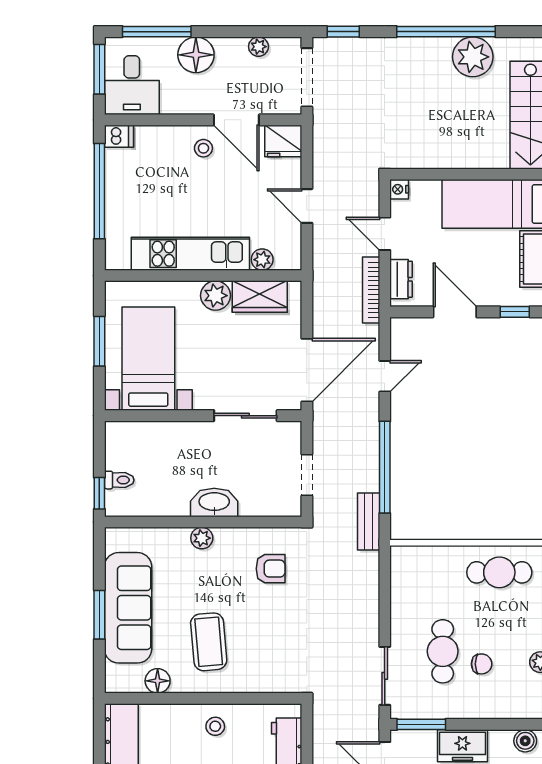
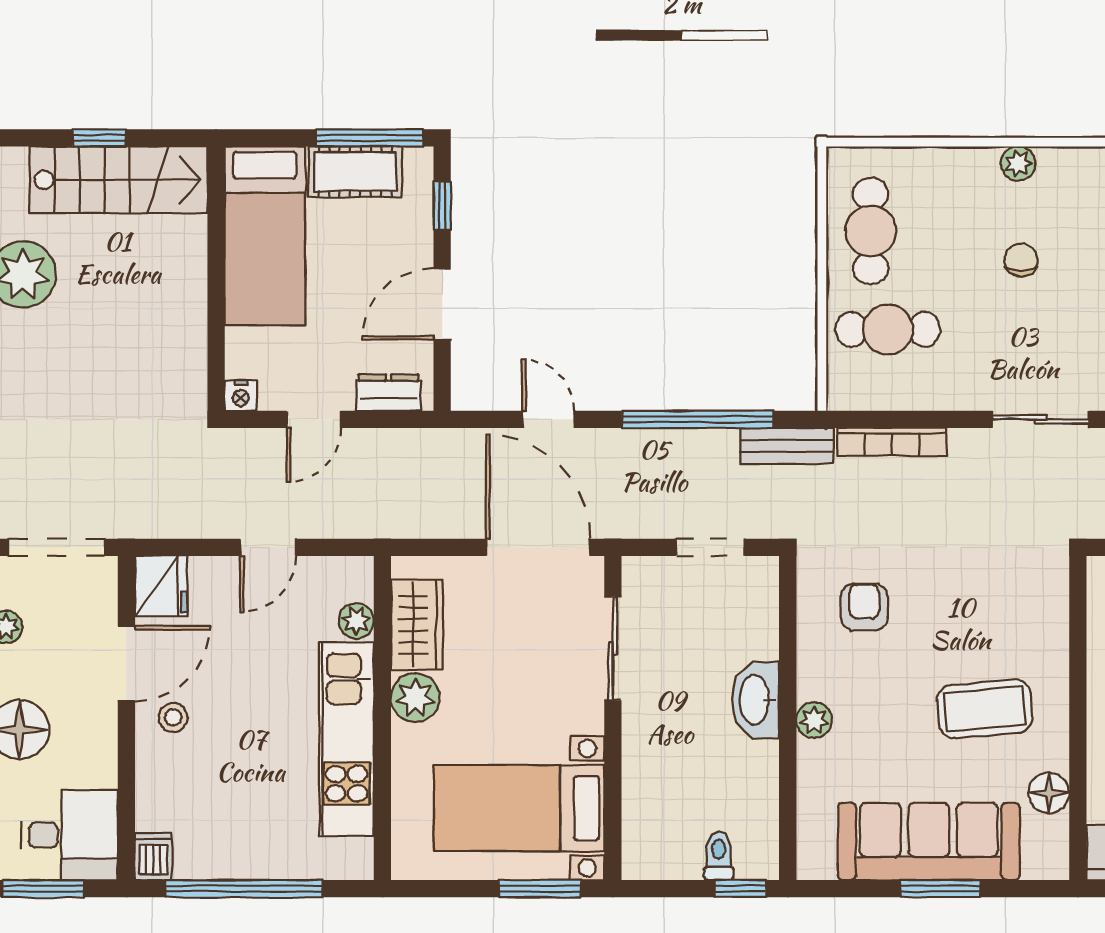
bookcase: (371, 290) -> (892, 442), moved
window: (99, 341) -> (540, 889), moved
cafe table: (443, 651) -> (888, 329), moved

